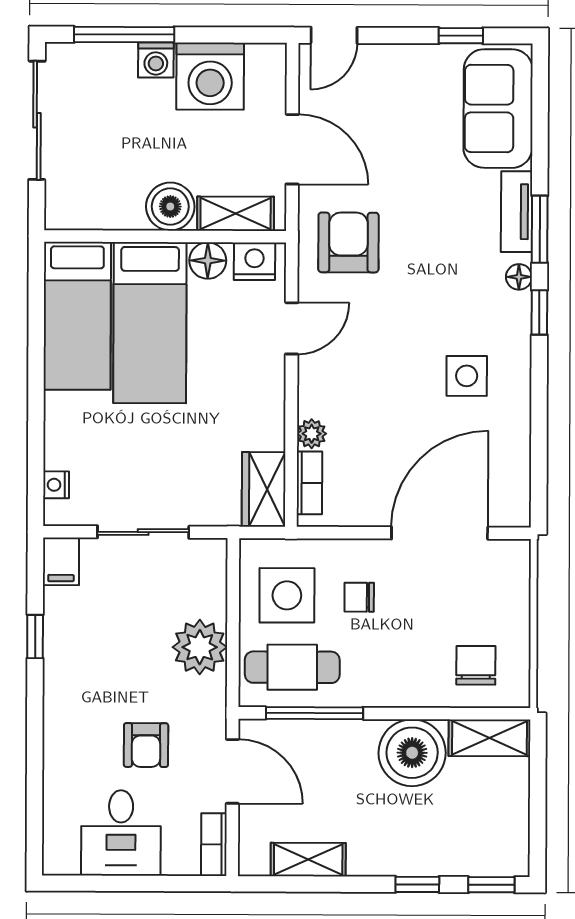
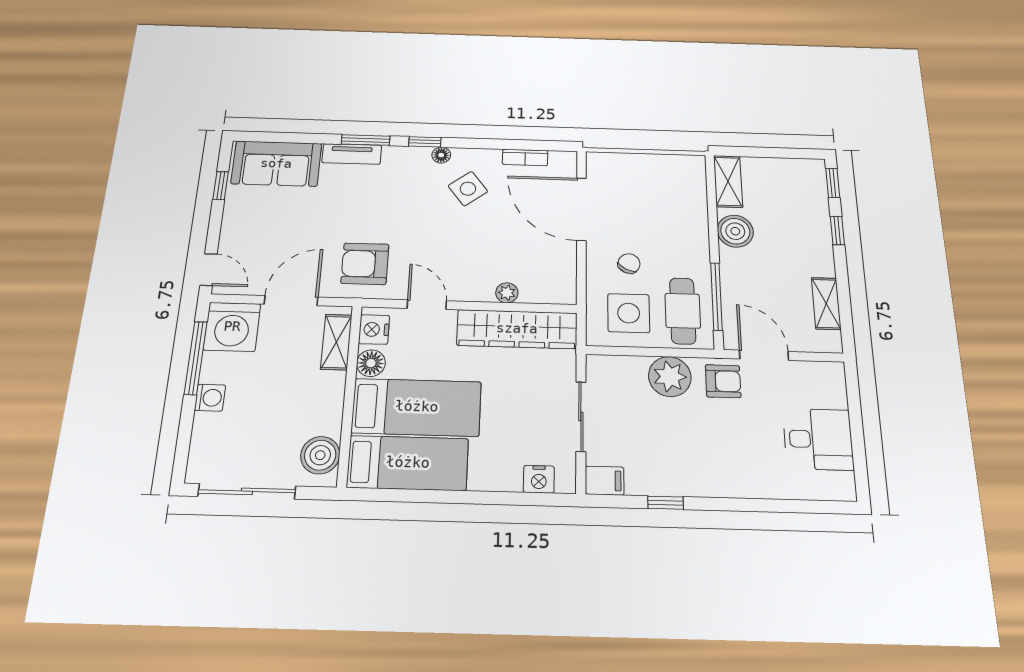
window: (124, 35) -> (196, 358), moved
washing machine: (210, 76) -> (232, 327), moved, turned 90
boiler: (170, 207) -> (320, 455), moved
floor lamp: (519, 277) -> (441, 155), moved
side table: (467, 376) -> (468, 189), turned -37
bookcase: (309, 483) -> (525, 157), moved, turned 180
nightstand: (56, 485) -> (539, 479), width x1.39, depth x1.35
wardrobe: (264, 489) -> (517, 329), width x2.10, depth x1.17
chair: (359, 597) -> (629, 264), turned -153
chair: (476, 665) -> (676, 189), removed
armchair: (146, 745) -> (723, 381), moved
boiler: (412, 753) -> (735, 231), width x0.73, depth x0.73
door: (232, 771) -> (764, 355), hinge flipped
bookcase: (214, 845) -> (821, 370), removed

